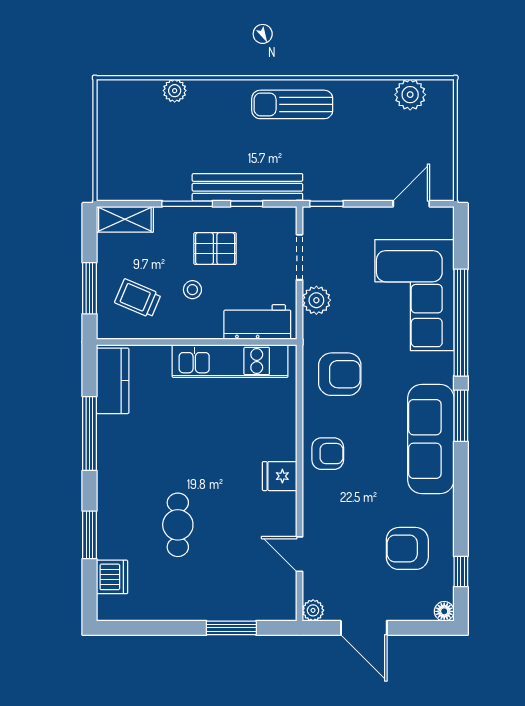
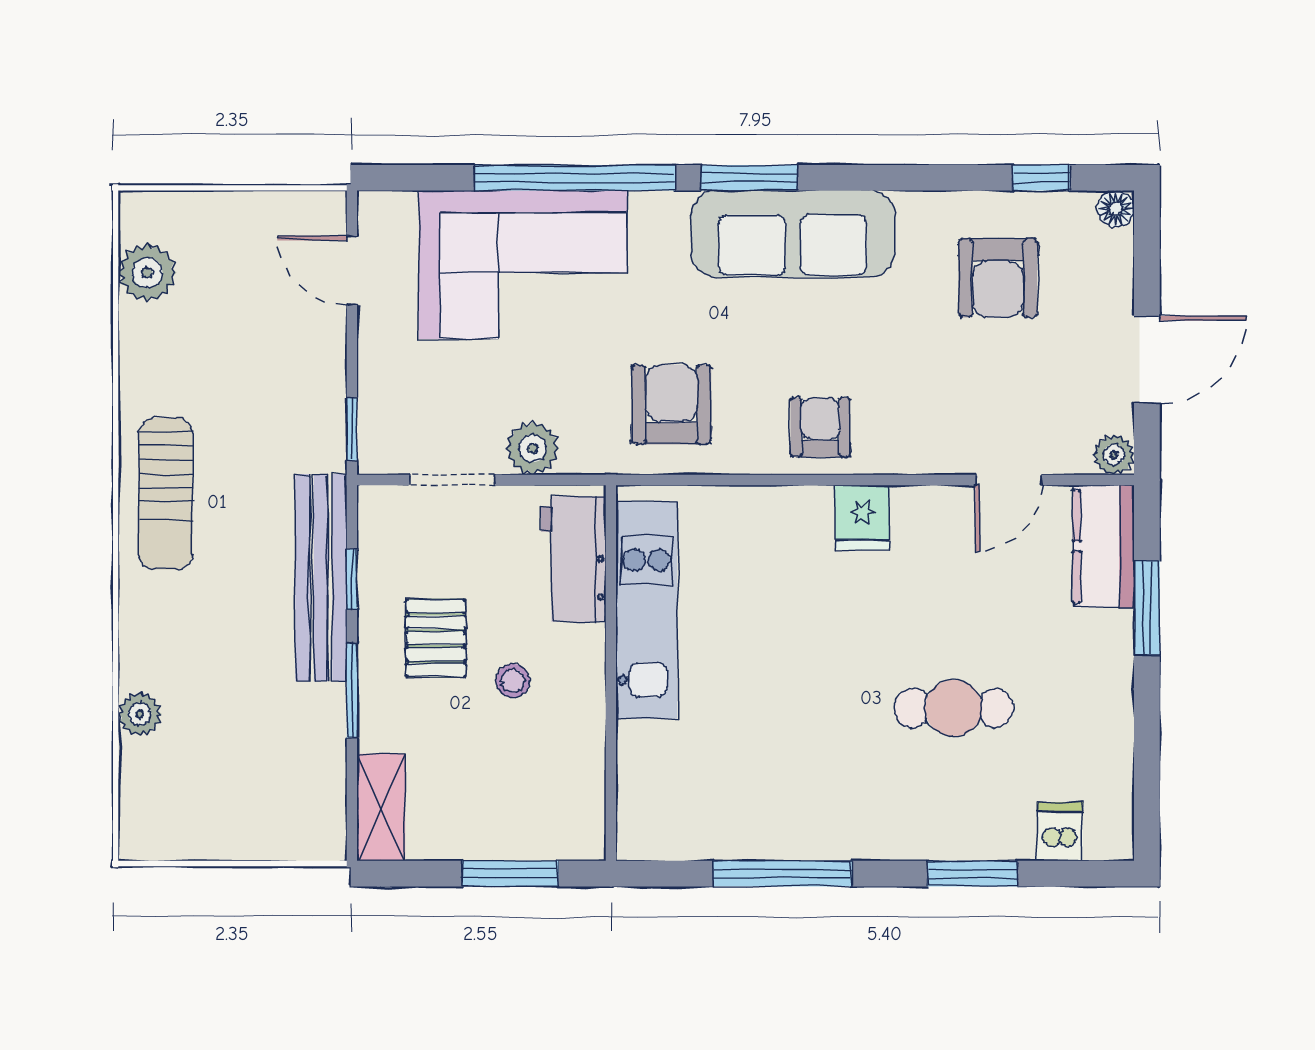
trolley: (138, 298) -> (529, 783), removed
kitchen counter: (113, 381) -> (1104, 546), moved, turned -90
dishwasher: (112, 577) -> (1060, 831), width x0.73

